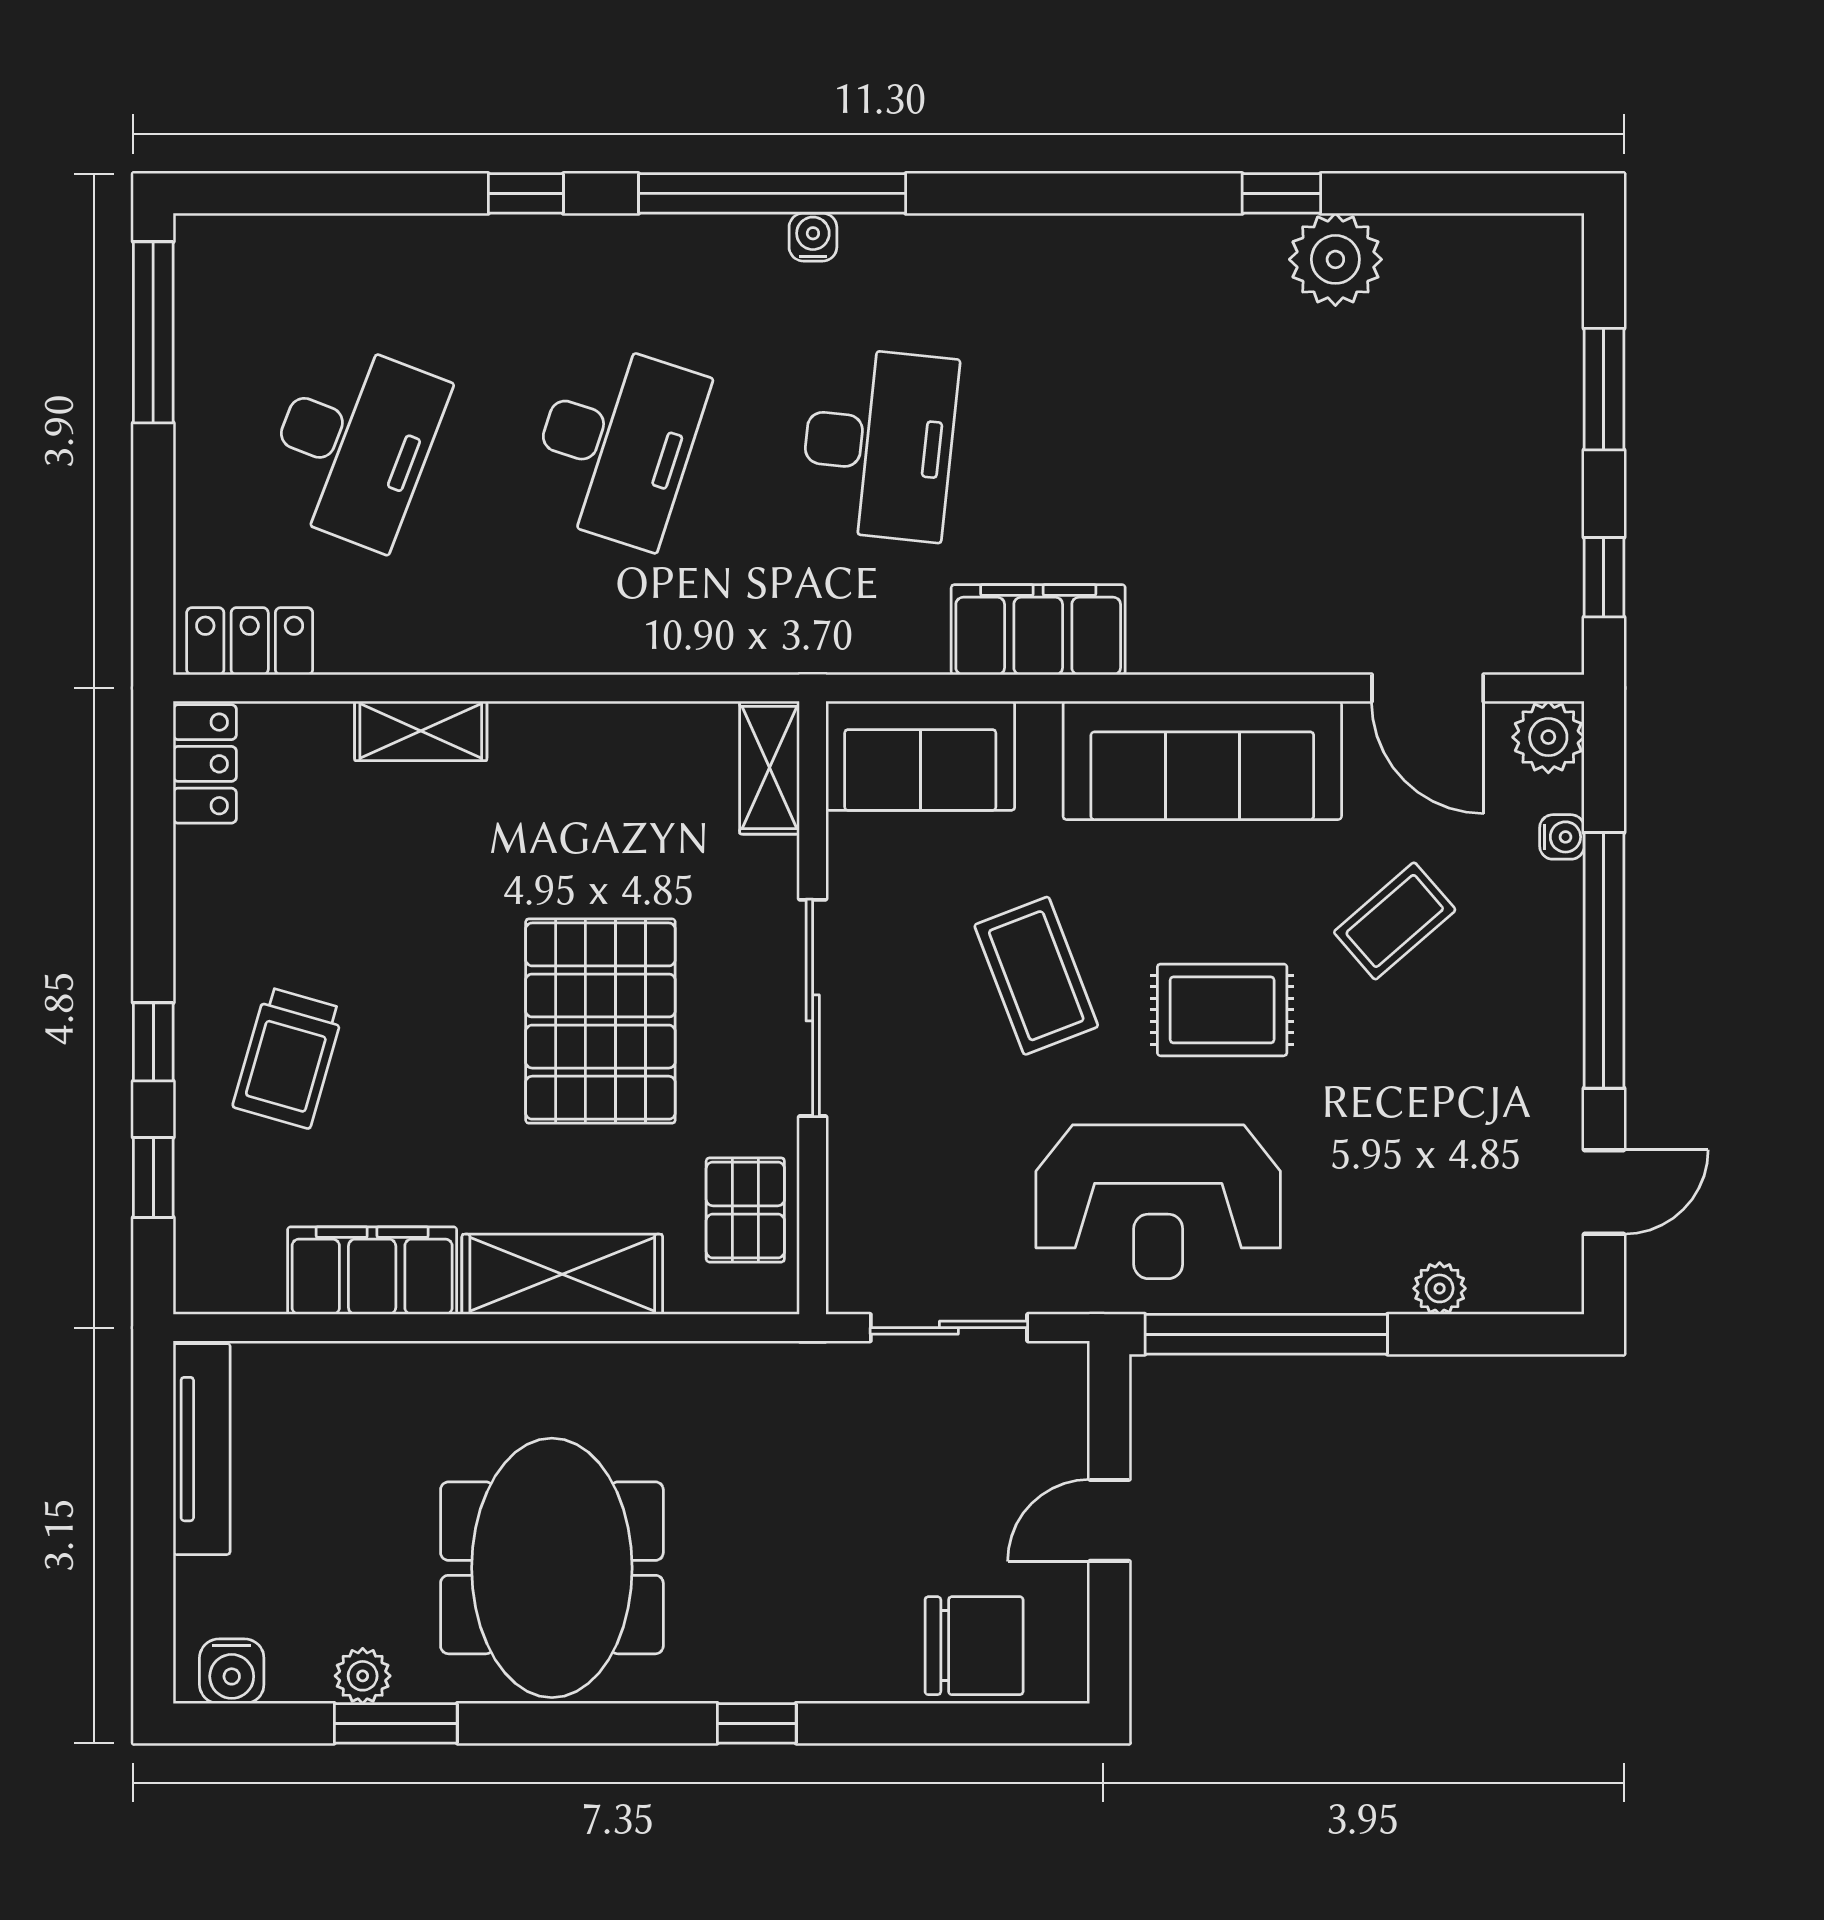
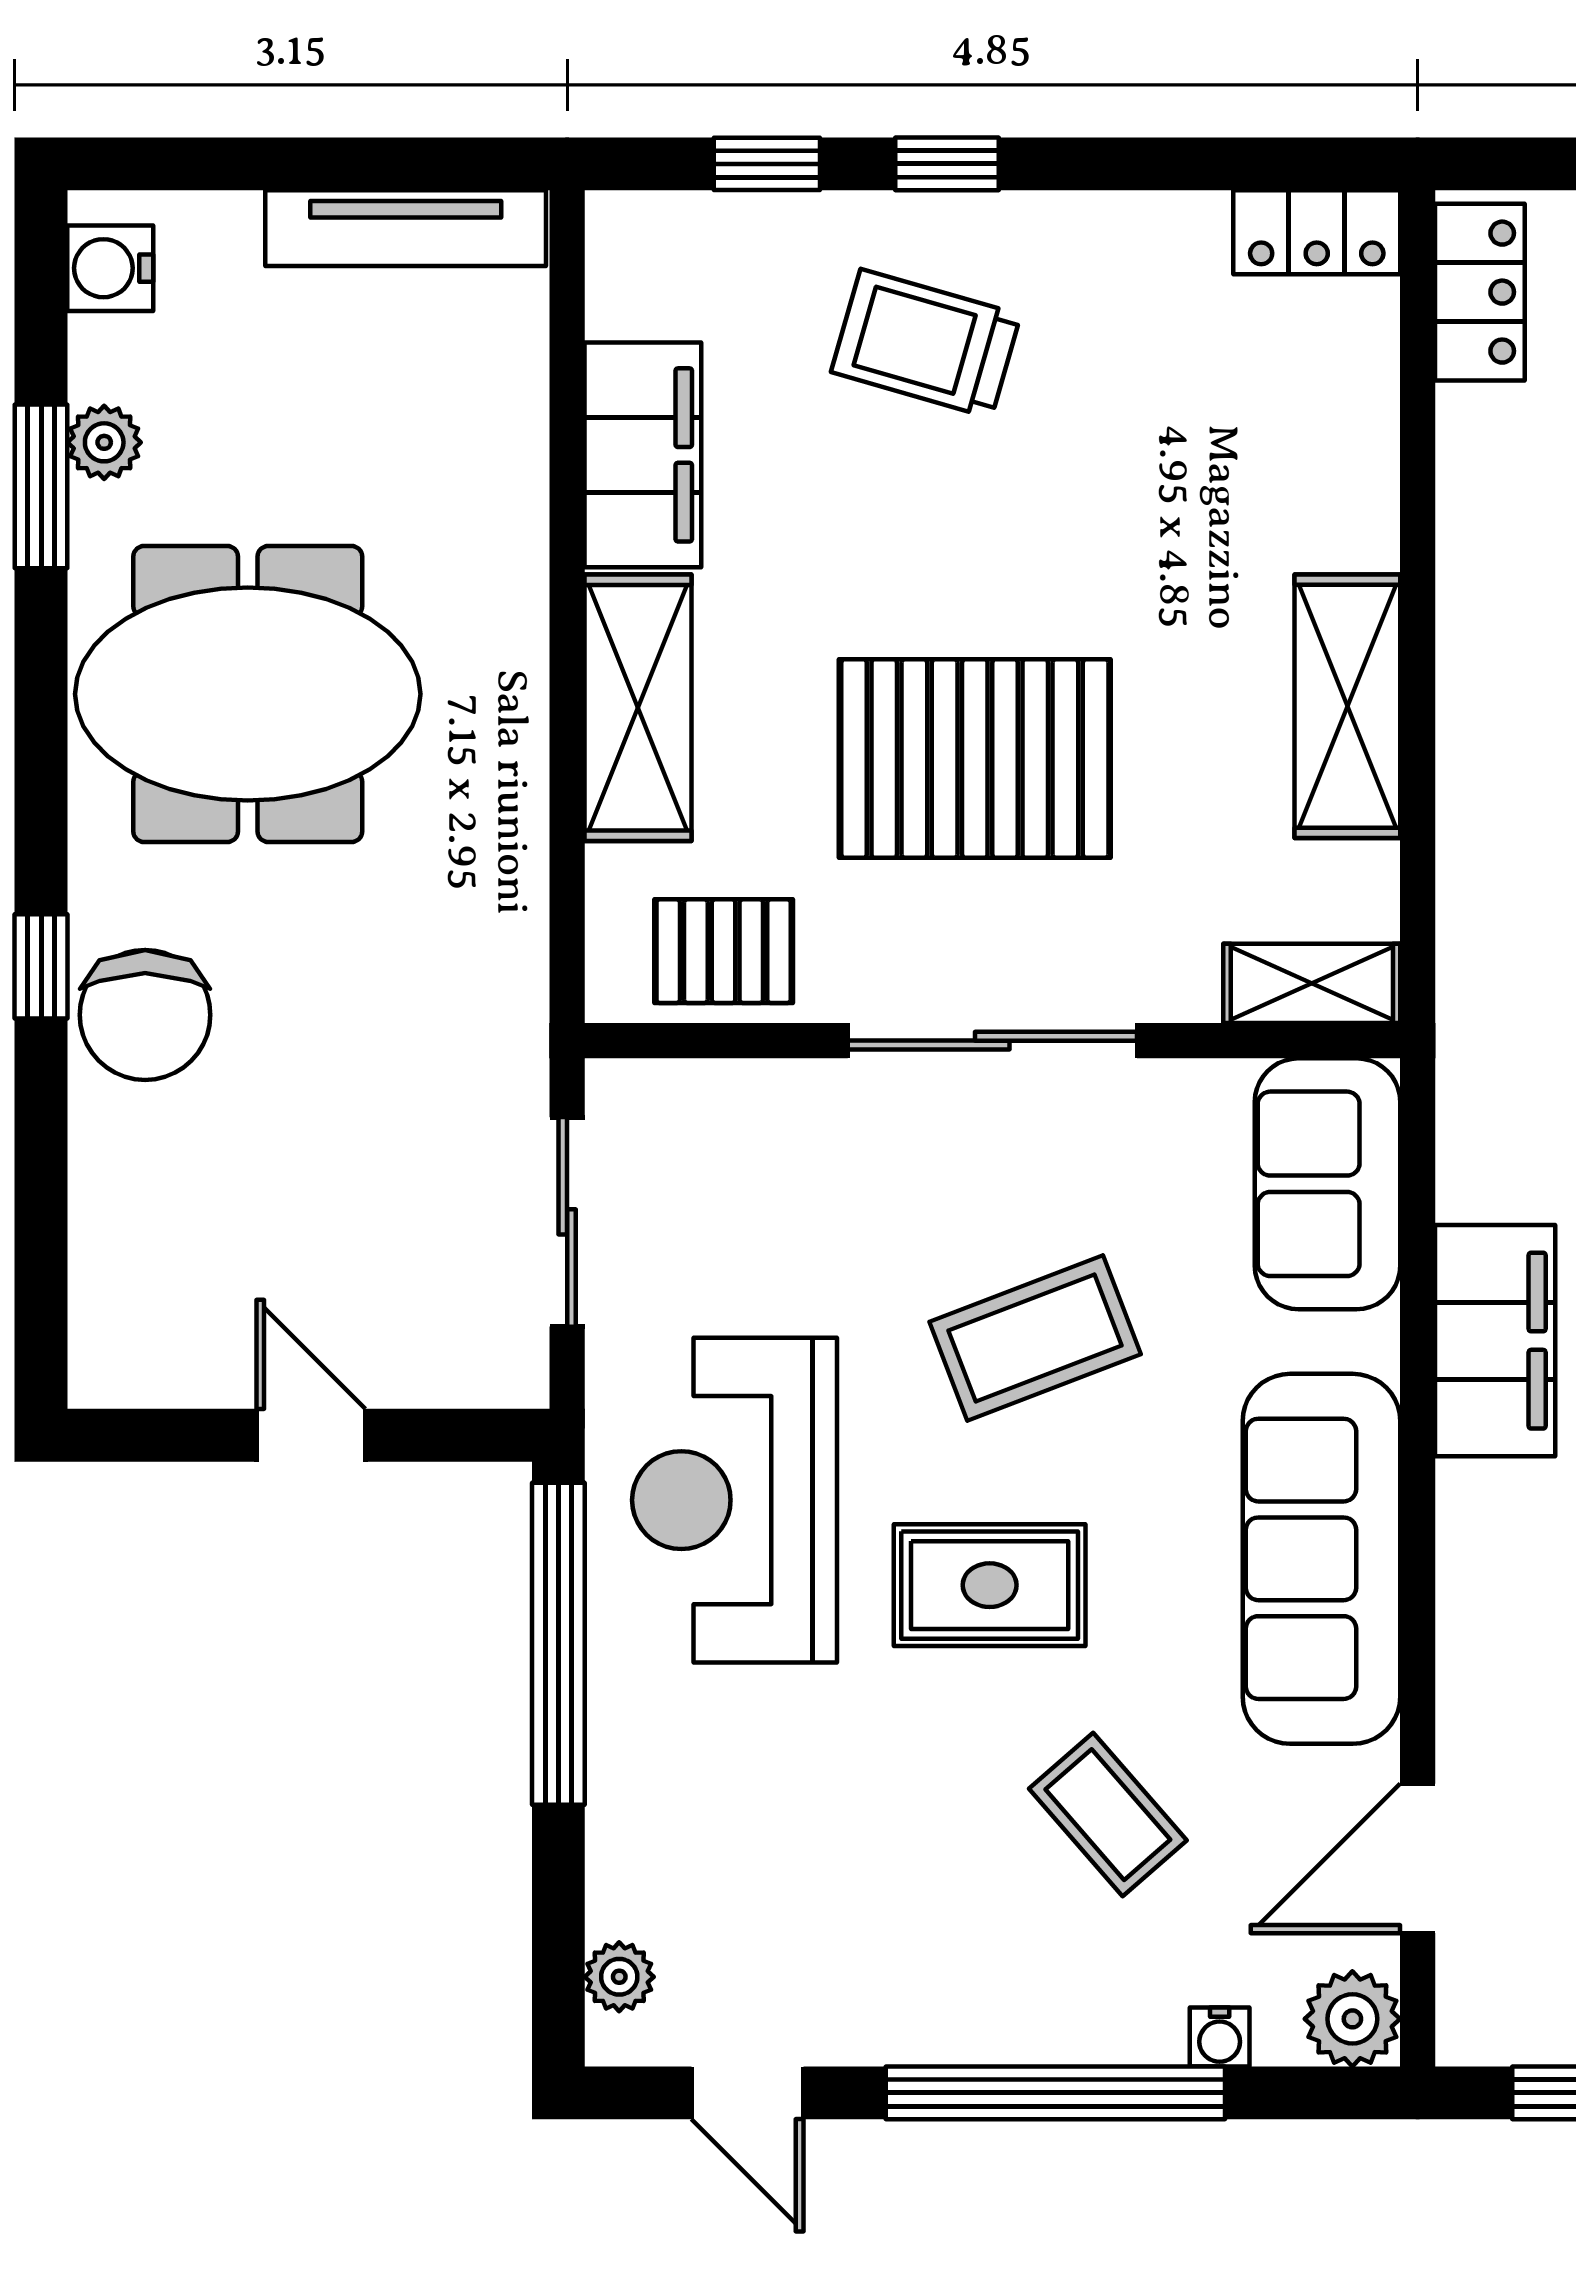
shelving: (421, 731) -> (1347, 706), moved, width x1.50, depth x1.33
rug: (1222, 1010) -> (990, 1585), turned 90
plant: (1440, 1288) -> (619, 1977), moved
chair: (974, 1646) -> (145, 1015), moved

